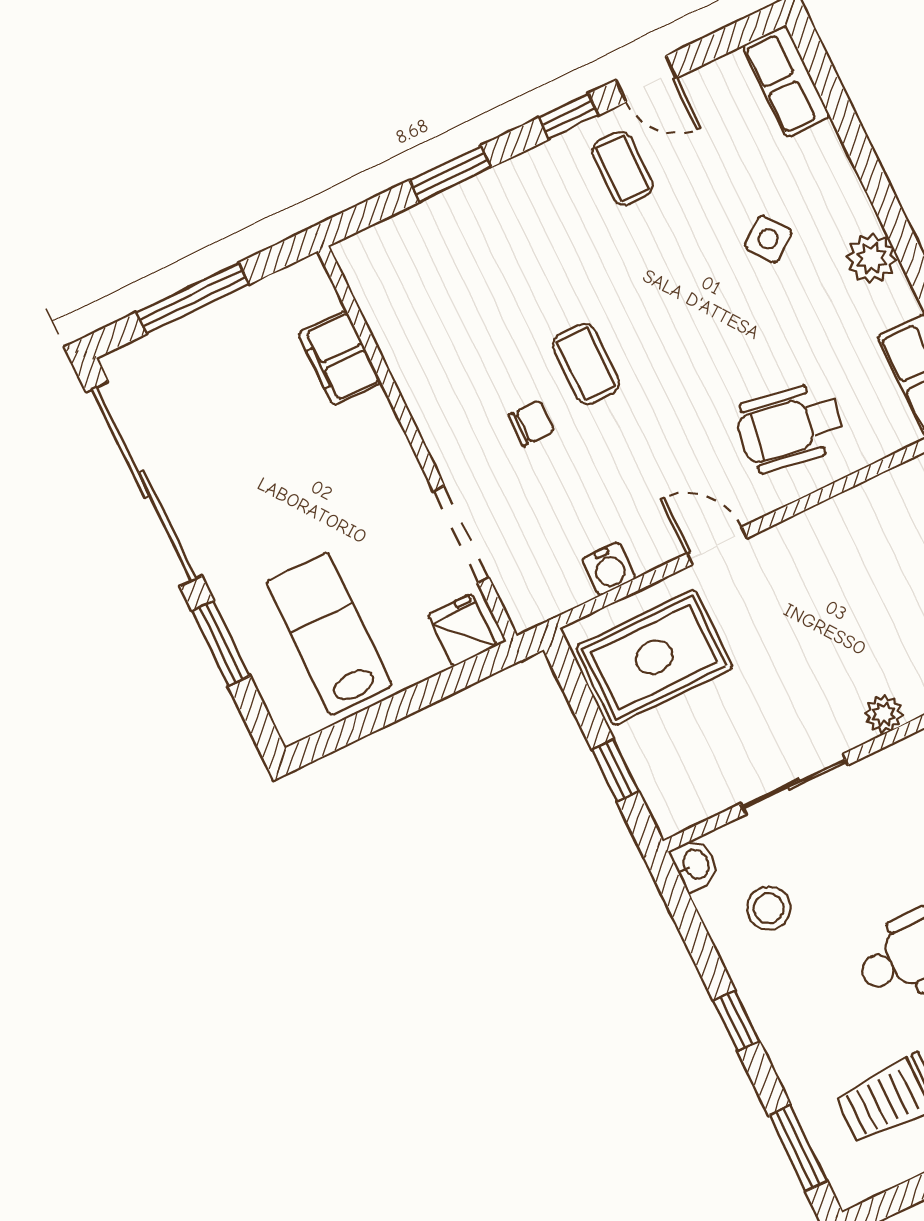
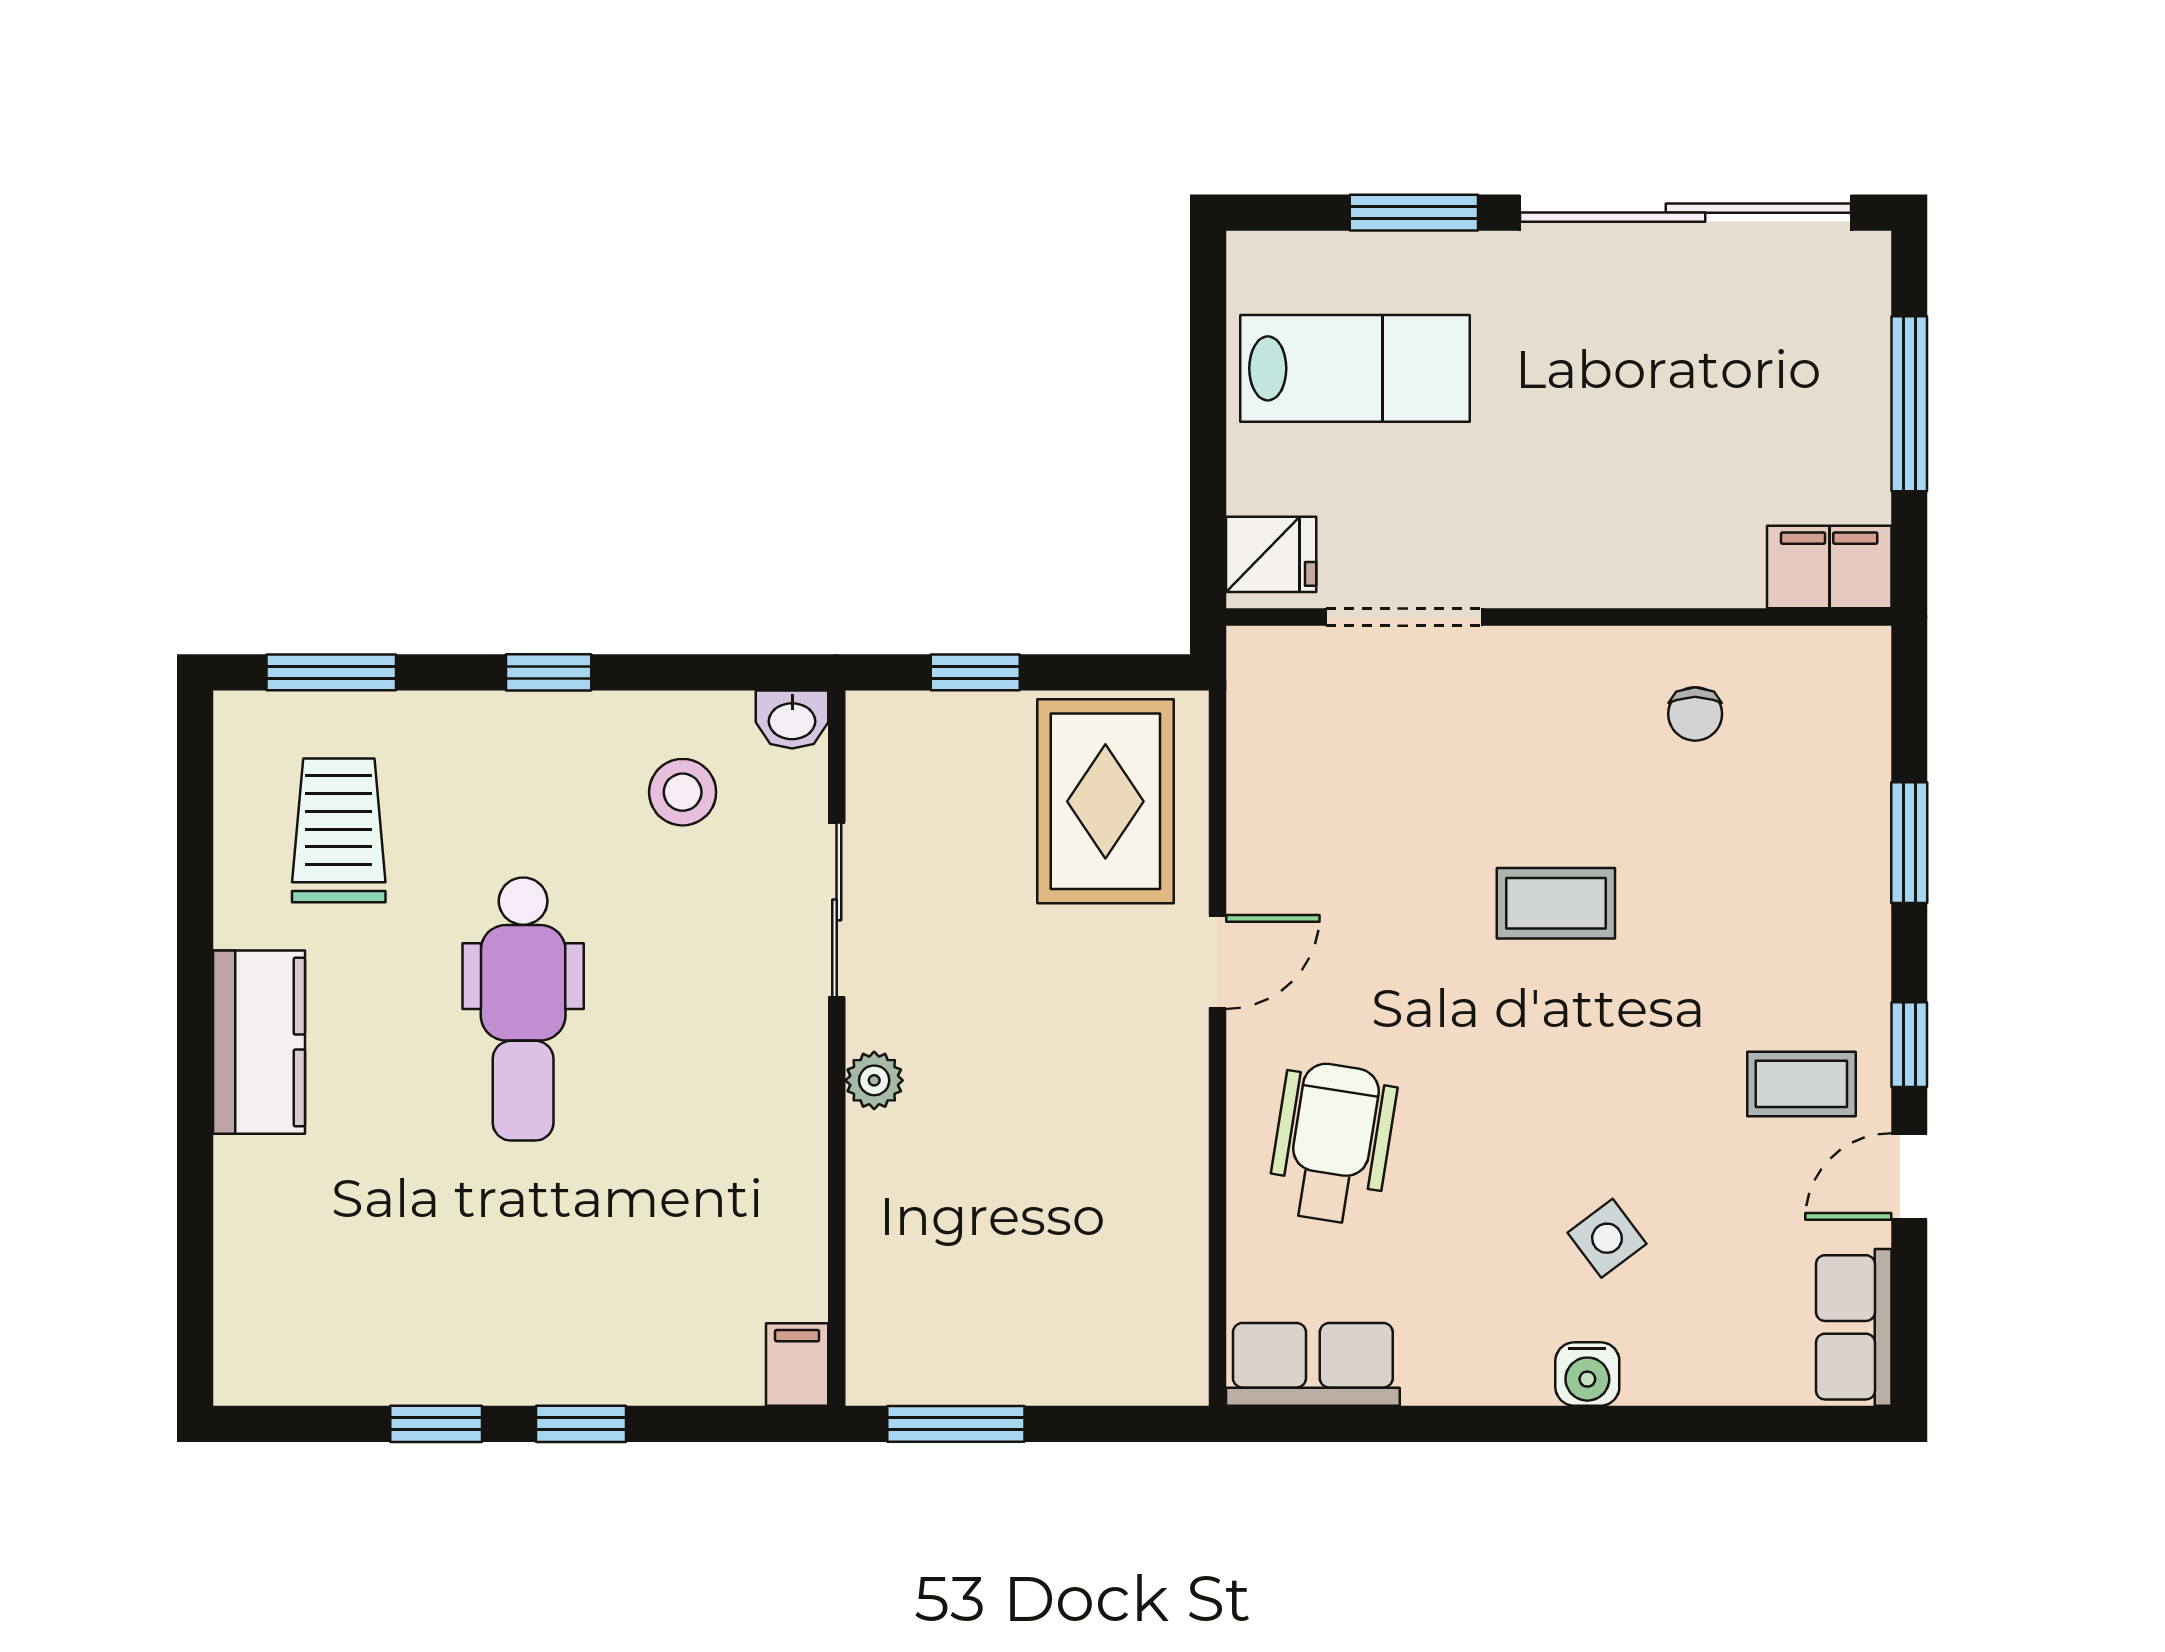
row of seats: (786, 81) -> (1854, 1327), moved, turned -90
plant: (871, 258) -> (1511, 1367), removed
filing cabinet: (340, 358) -> (1829, 567), moved
chair: (531, 423) -> (1695, 714), moved
water cooler: (609, 569) -> (1587, 1374), moved, turned -90

